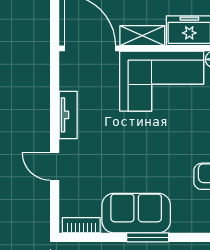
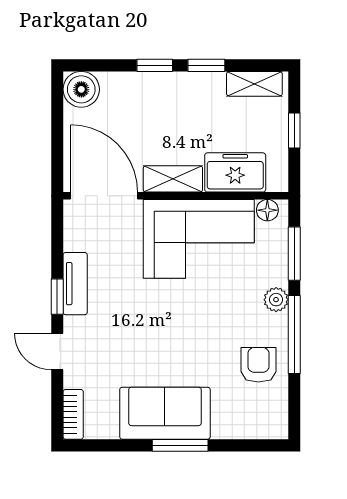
window: (55, 125) -> (57, 297), added
bookcase: (81, 225) -> (73, 414), moved, turned 90

